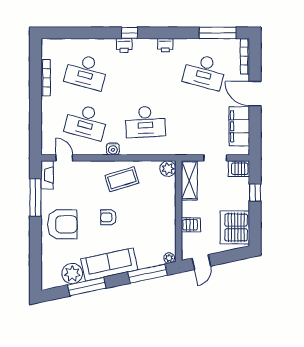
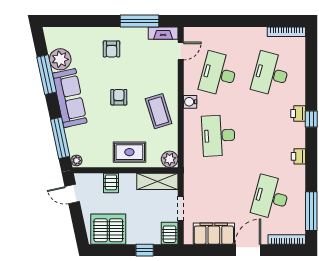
bookcase: (46, 78) -> (286, 32), moved
rug: (161, 207) -> (129, 152), added
armchair: (62, 224) -> (111, 49), width x0.53, depth x0.53

